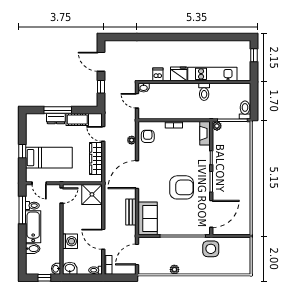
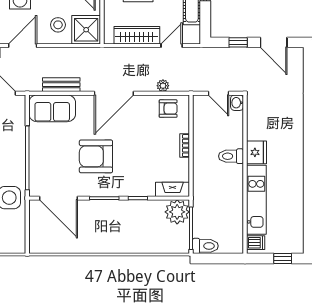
door: (101, 62) -> (274, 42), swing flipped
dishwasher: (158, 74) -> (256, 243), moved
toilet: (204, 92) -> (231, 156), moved
door: (137, 101) -> (218, 93), swing flipped
plant: (217, 126) -> (177, 212), width x1.88, depth x1.88
door: (137, 175) -> (114, 93), swing flipped
armchair: (182, 187) -> (96, 156), turned 90
stool: (88, 214) -> (58, 25), added

